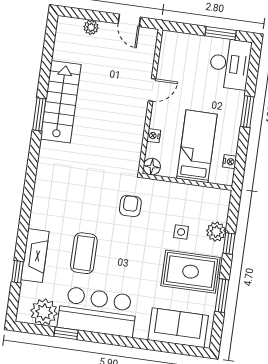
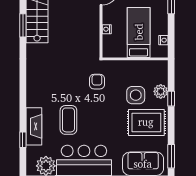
floor lamp: (152, 167) -> (108, 51), removed
side table: (181, 232) -> (136, 95), width x1.87, depth x1.87
window: (222, 296) -> (171, 156), moved

